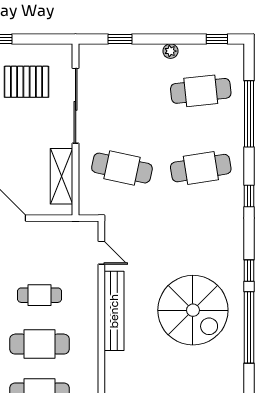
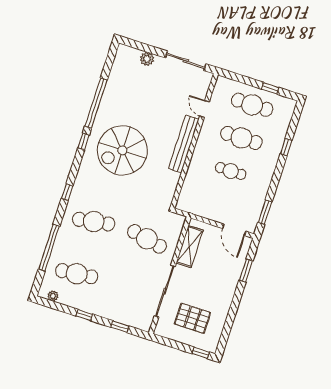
window: (217, 39) -> (84, 315), moved
plant: (170, 51) -> (53, 296), moved
door: (101, 253) -> (205, 109), moved
spiral stairs: (193, 310) -> (122, 150), moved, turned -90

